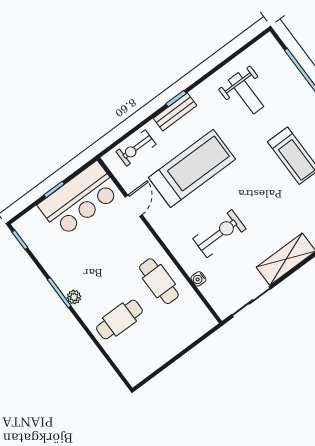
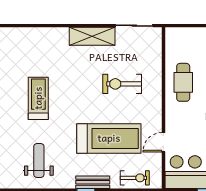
treadmill: (192, 168) -> (109, 138), turned 180
water cooler: (198, 279) -> (157, 65), removed

